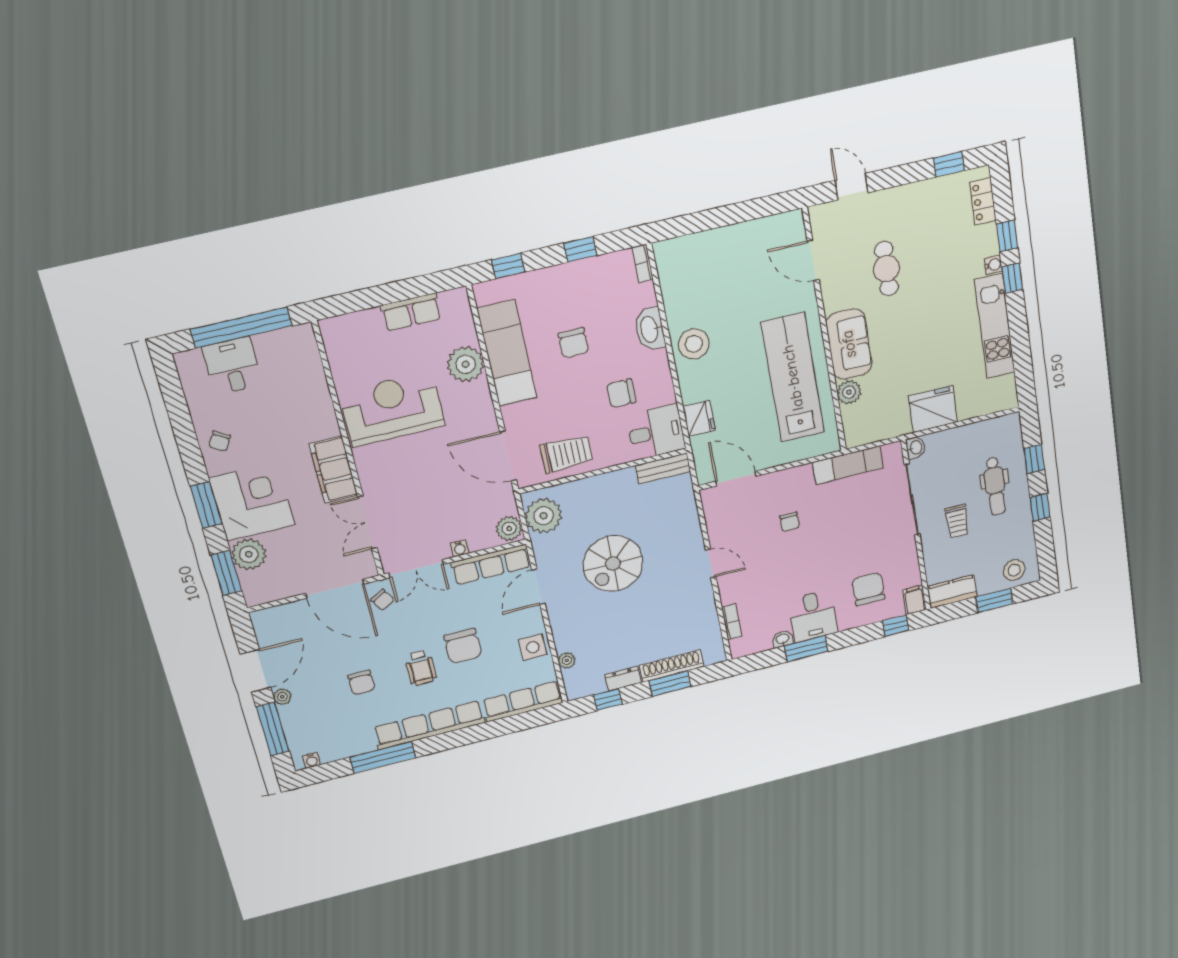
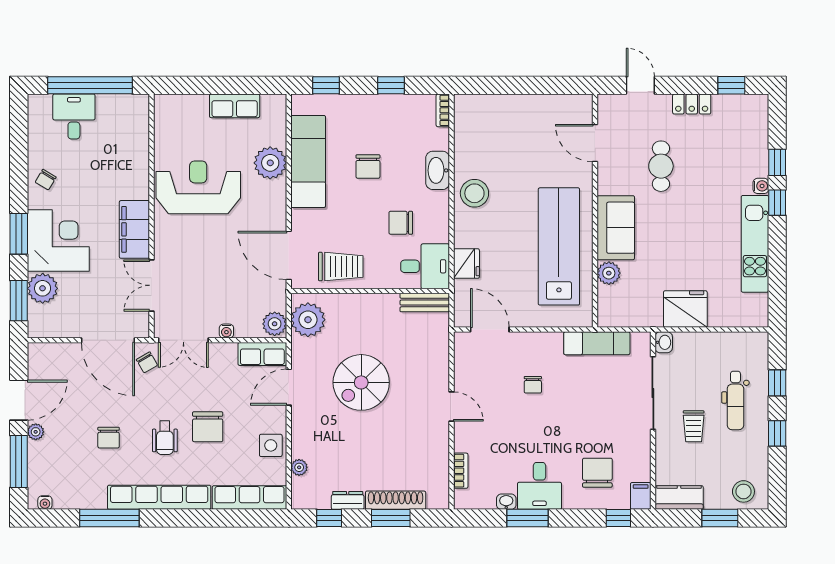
locker: (983, 201) -> (692, 104), moved, turned -90
row of seats: (491, 564) -> (262, 354), width x0.68

